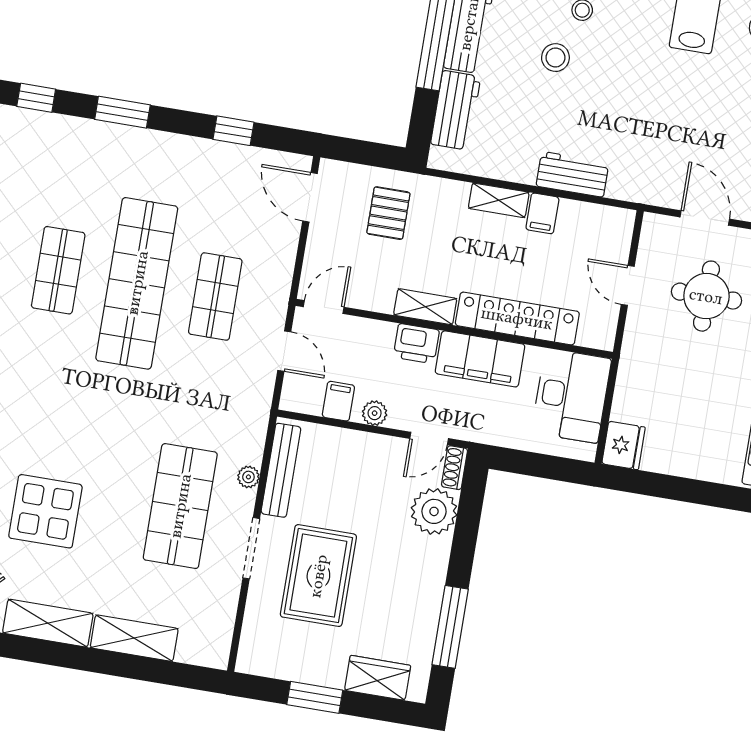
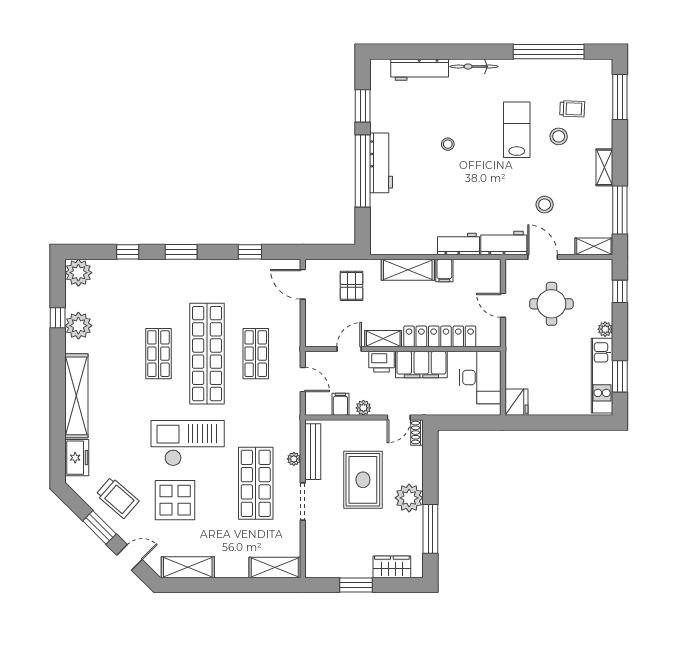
stool: (555, 58) -> (545, 205), moved
workbench: (456, 110) -> (504, 243), moved, turned -90
shelving: (499, 200) -> (408, 270), width x1.50, depth x1.33
door: (324, 307) -> (349, 349), moved
checkout: (81, 423) -> (188, 443), added
plant: (434, 511) -> (409, 498), moved
rug: (318, 576) -> (363, 480), moved
shelving: (134, 638) -> (275, 567), moved

